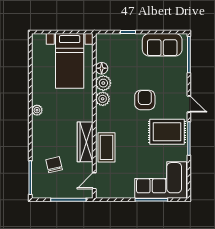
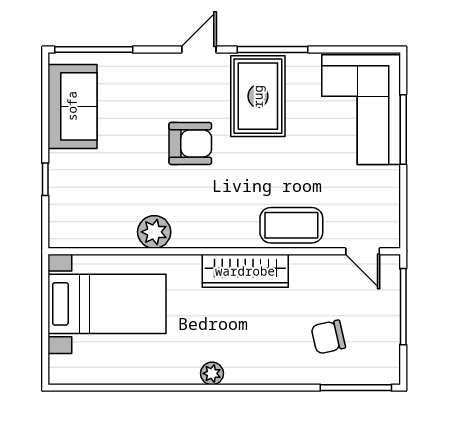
floor lamp: (102, 68) -> (123, 236), removed
plant: (103, 99) -> (188, 234), removed
armchair: (145, 100) -> (190, 143), turned 180
wardrobe: (85, 142) -> (245, 271), moved

